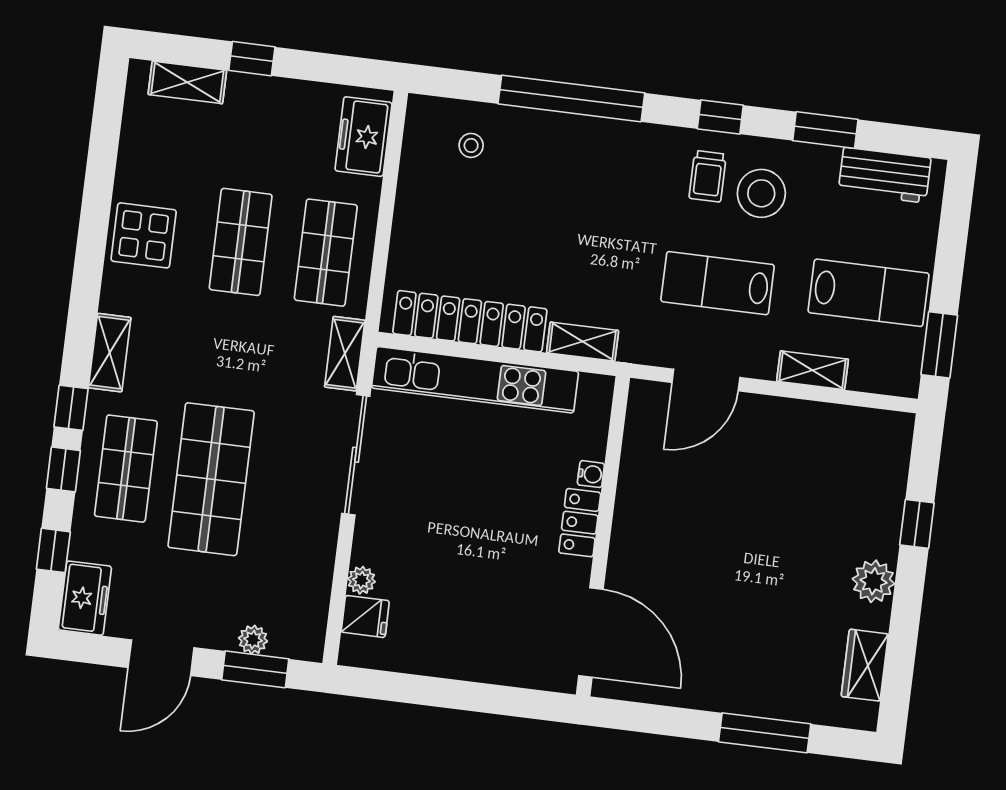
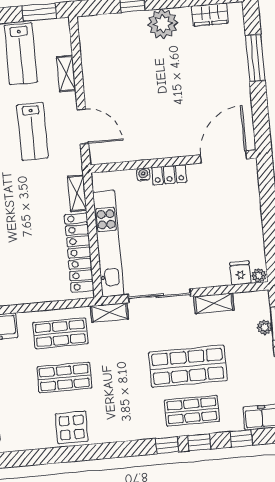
lab bench: (869, 293) -> (21, 54), turned 180
shelving: (110, 353) -> (214, 303), moved
plant: (361, 580) -> (259, 276), moved
plant: (873, 581) -> (163, 24), width x1.36, depth x1.36

